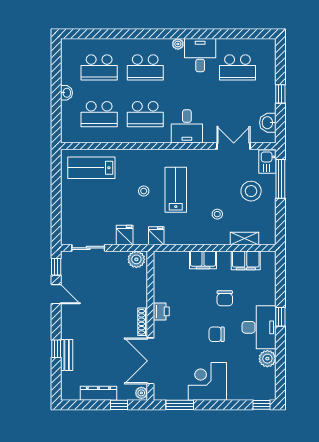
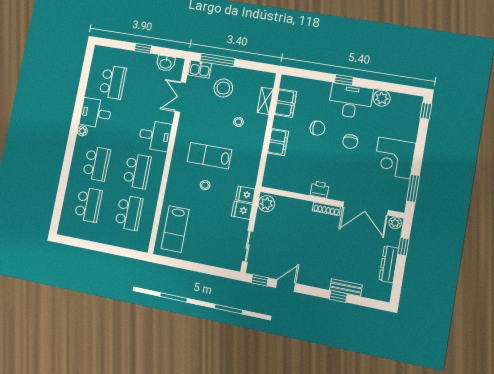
washbasin: (67, 93) -> (104, 238), removed
fridge: (156, 236) -> (245, 194), moved

